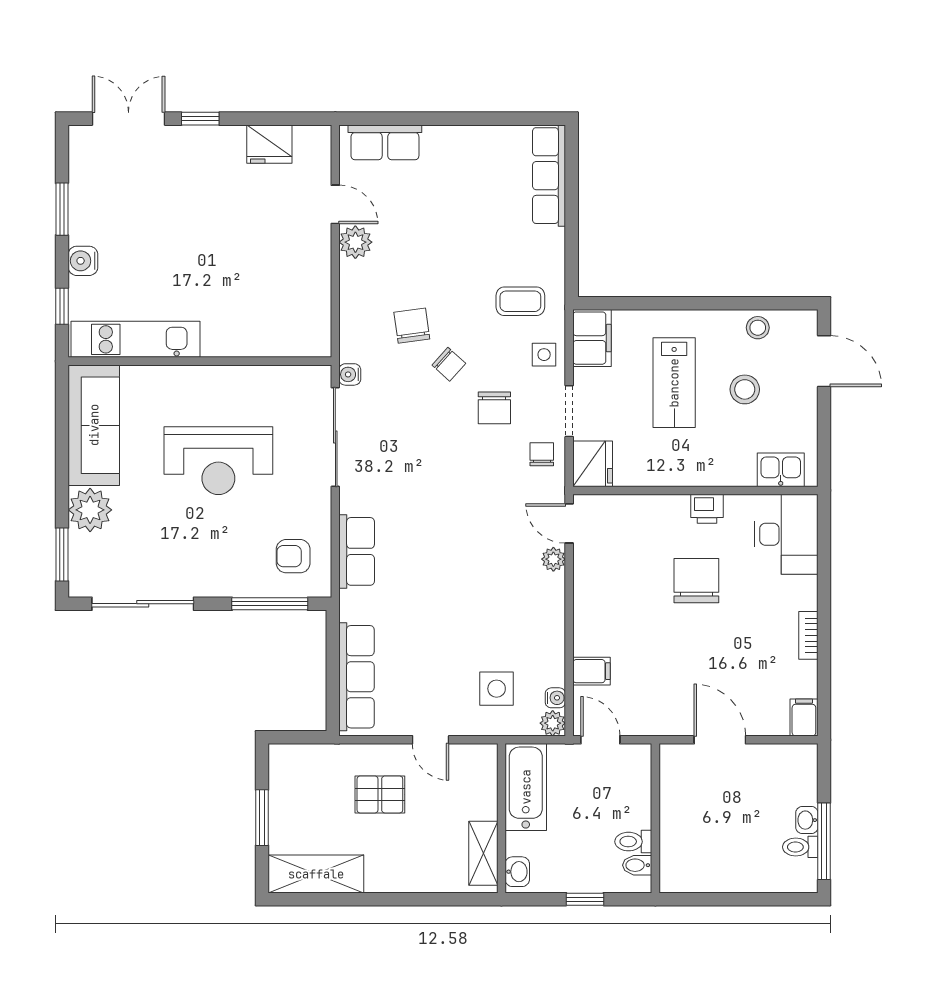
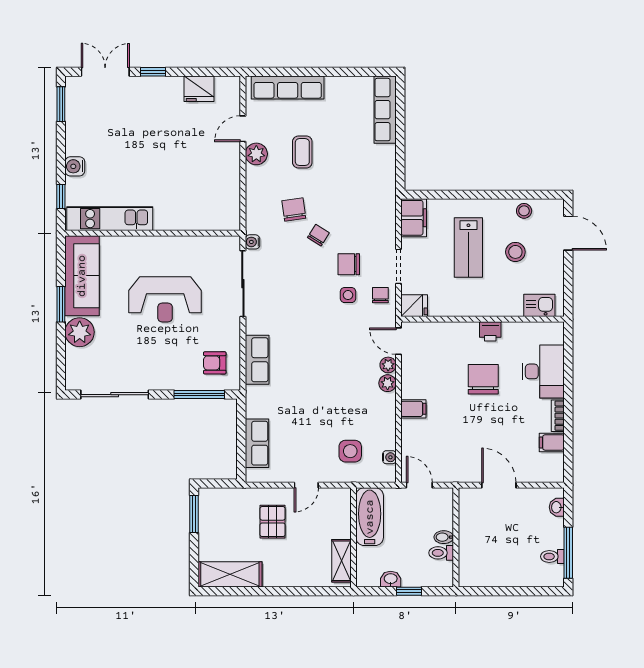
row of seats: (385, 142) -> (288, 88), width x1.48
door: (335, 204) -> (243, 129), swing flipped
window: (62, 209) -> (61, 104), moved
coffee table: (520, 301) -> (302, 152), moved, turned 90
side table: (544, 355) -> (348, 295), moved
chair: (449, 364) -> (318, 235), turned -100
chair: (494, 408) -> (349, 264), turned 90
fridge: (593, 464) -> (414, 306), width x0.72
desk: (786, 534) -> (543, 371), moved
window: (62, 555) -> (61, 304), moved
filing cabinet: (592, 671) -> (413, 409), moved
row of seats: (356, 677) -> (257, 443), width x0.68
filing cabinet: (804, 717) -> (552, 442), moved, turned -90
plant: (553, 723) -> (388, 383), moved
door: (431, 740) -> (306, 485), hinge flipped
pallet: (380, 794) -> (273, 522), turned 90
window: (262, 818) -> (194, 514), moved
washbasin: (807, 820) -> (557, 507), moved
bidet: (637, 865) -> (444, 537), moved
washbasin: (517, 872) -> (391, 579), moved, turned -90

